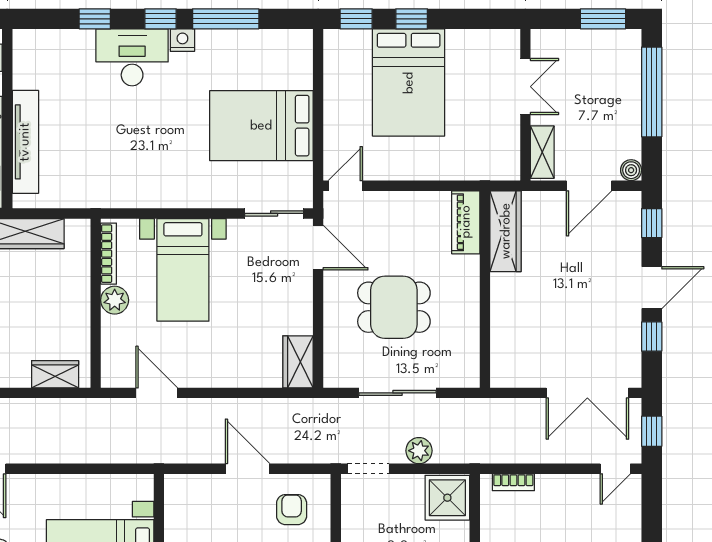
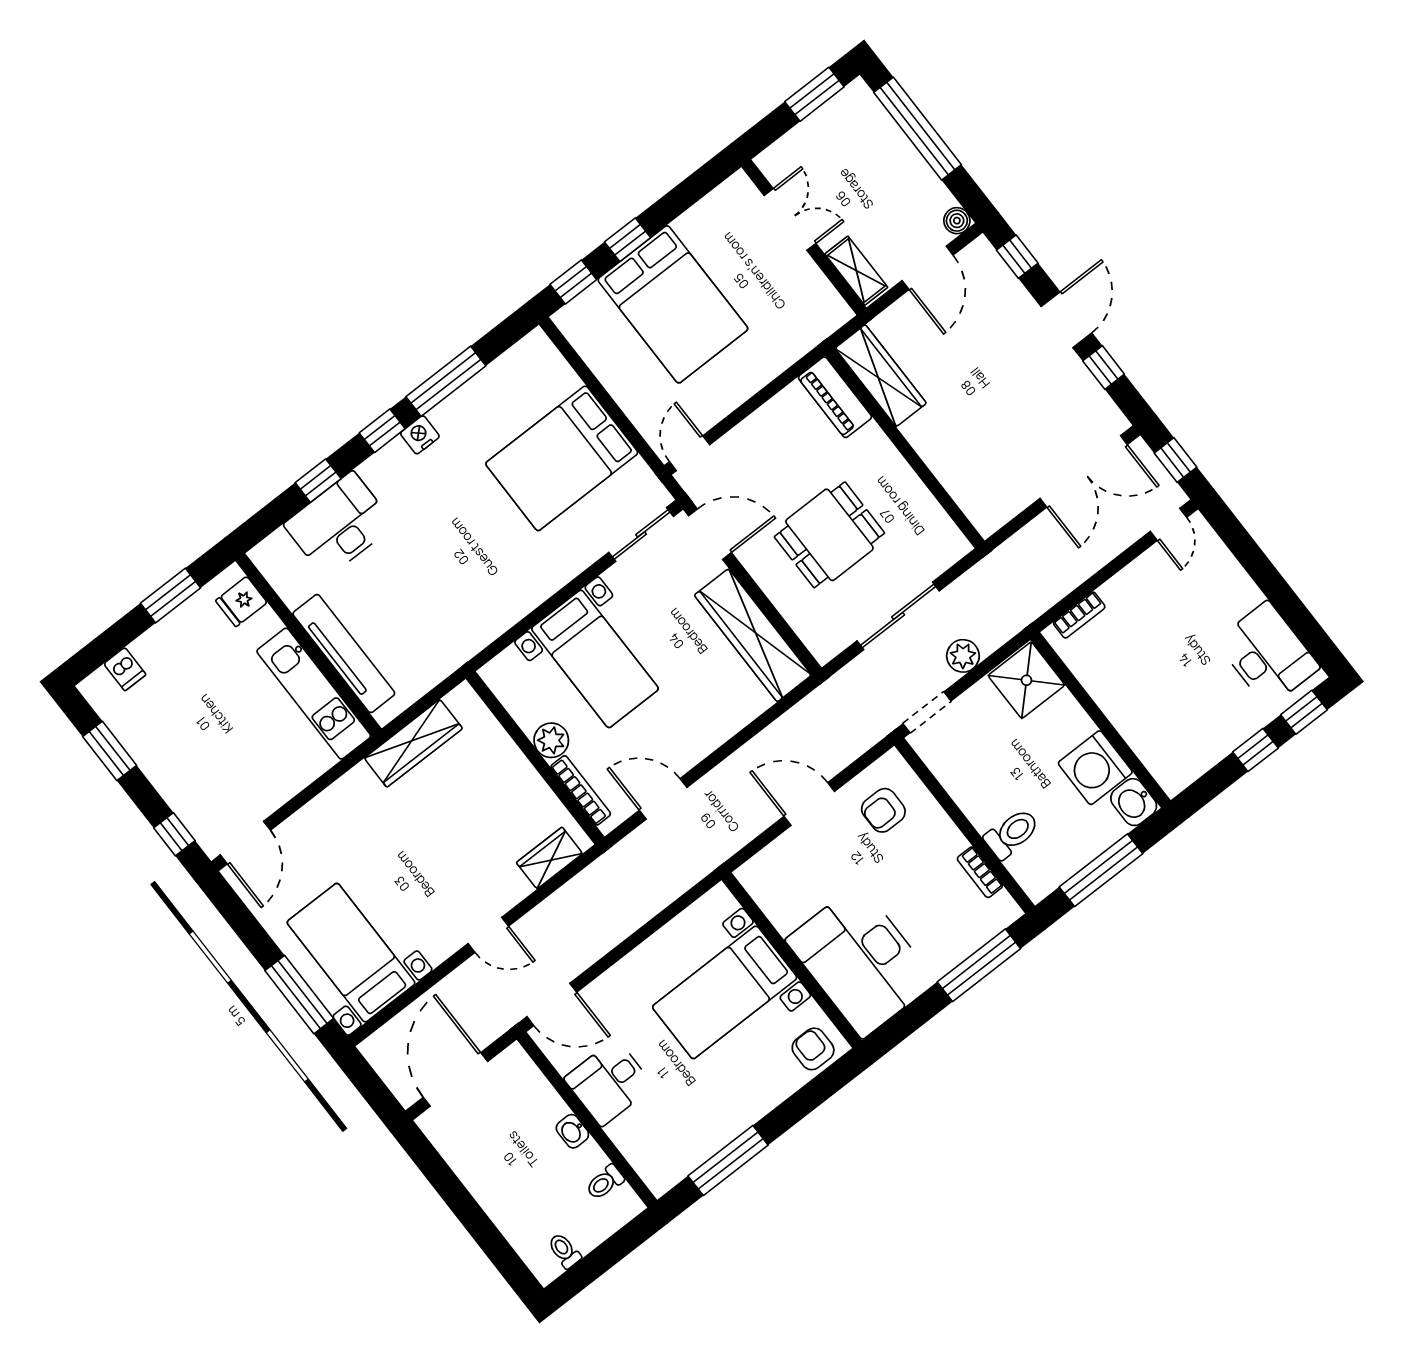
desk: (132, 57) -> (339, 525), moved
bookcase: (109, 254) -> (581, 790), moved
wardrobe: (298, 362) -> (753, 635), width x2.10, depth x1.17
armchair: (292, 510) -> (883, 810), turned -90

